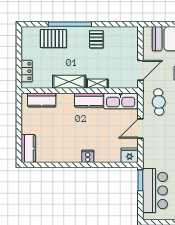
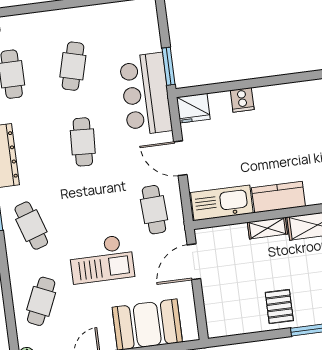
door: (140, 129) -> (180, 158), swing flipped
cooker: (88, 156) -> (242, 100), moved
bar counter: (155, 191) -> (146, 94), moved

